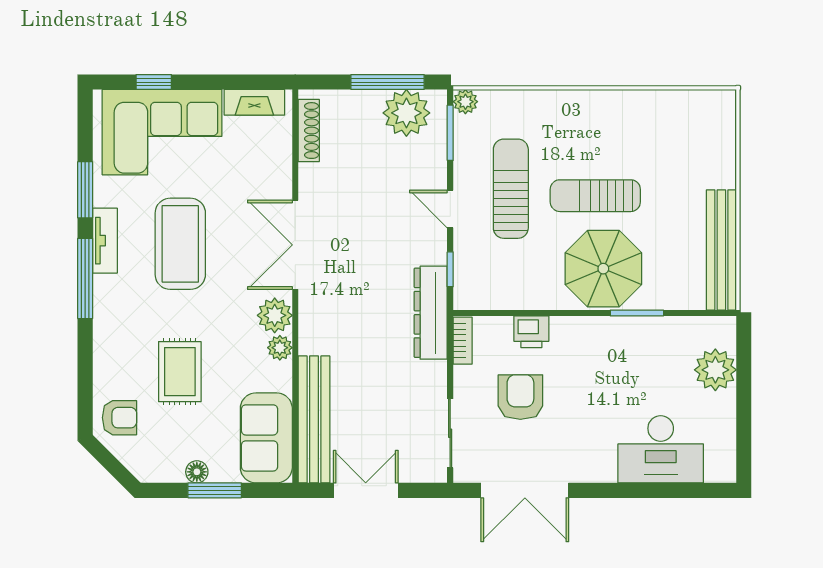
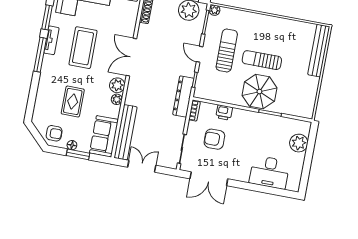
bench: (721, 250) -> (319, 51), moved
armchair: (520, 397) -> (214, 139), turned -90
armchair: (119, 418) -> (54, 133), moved

